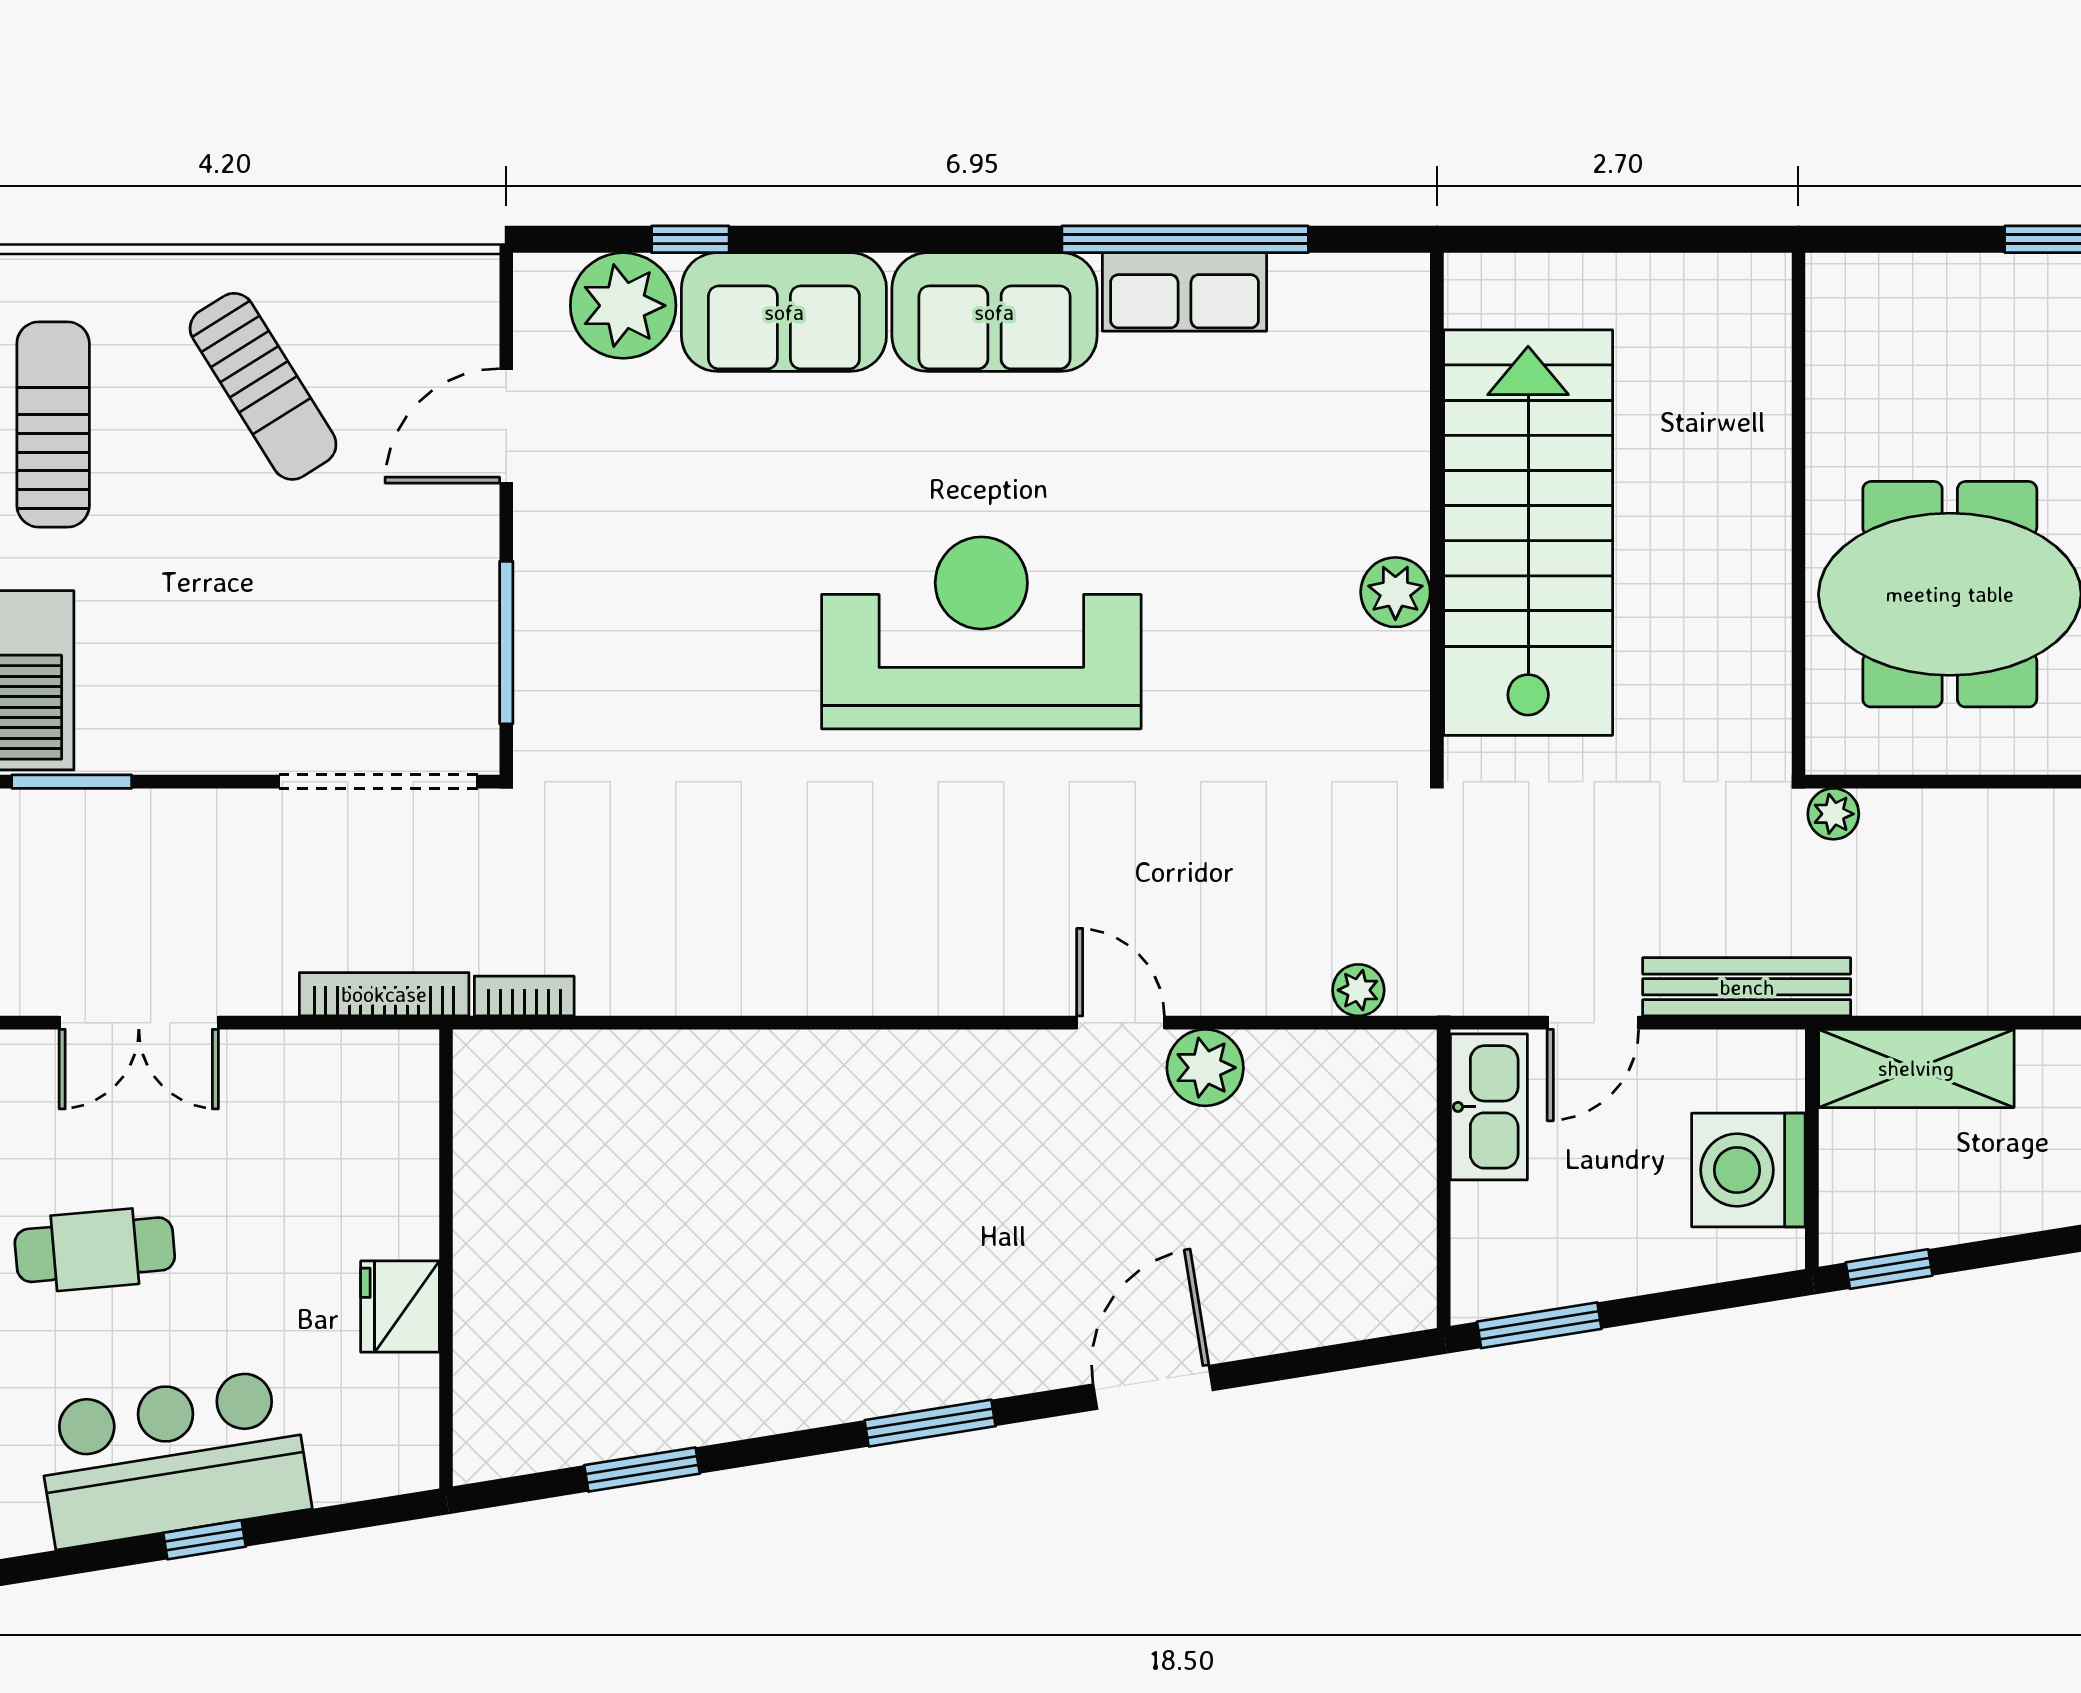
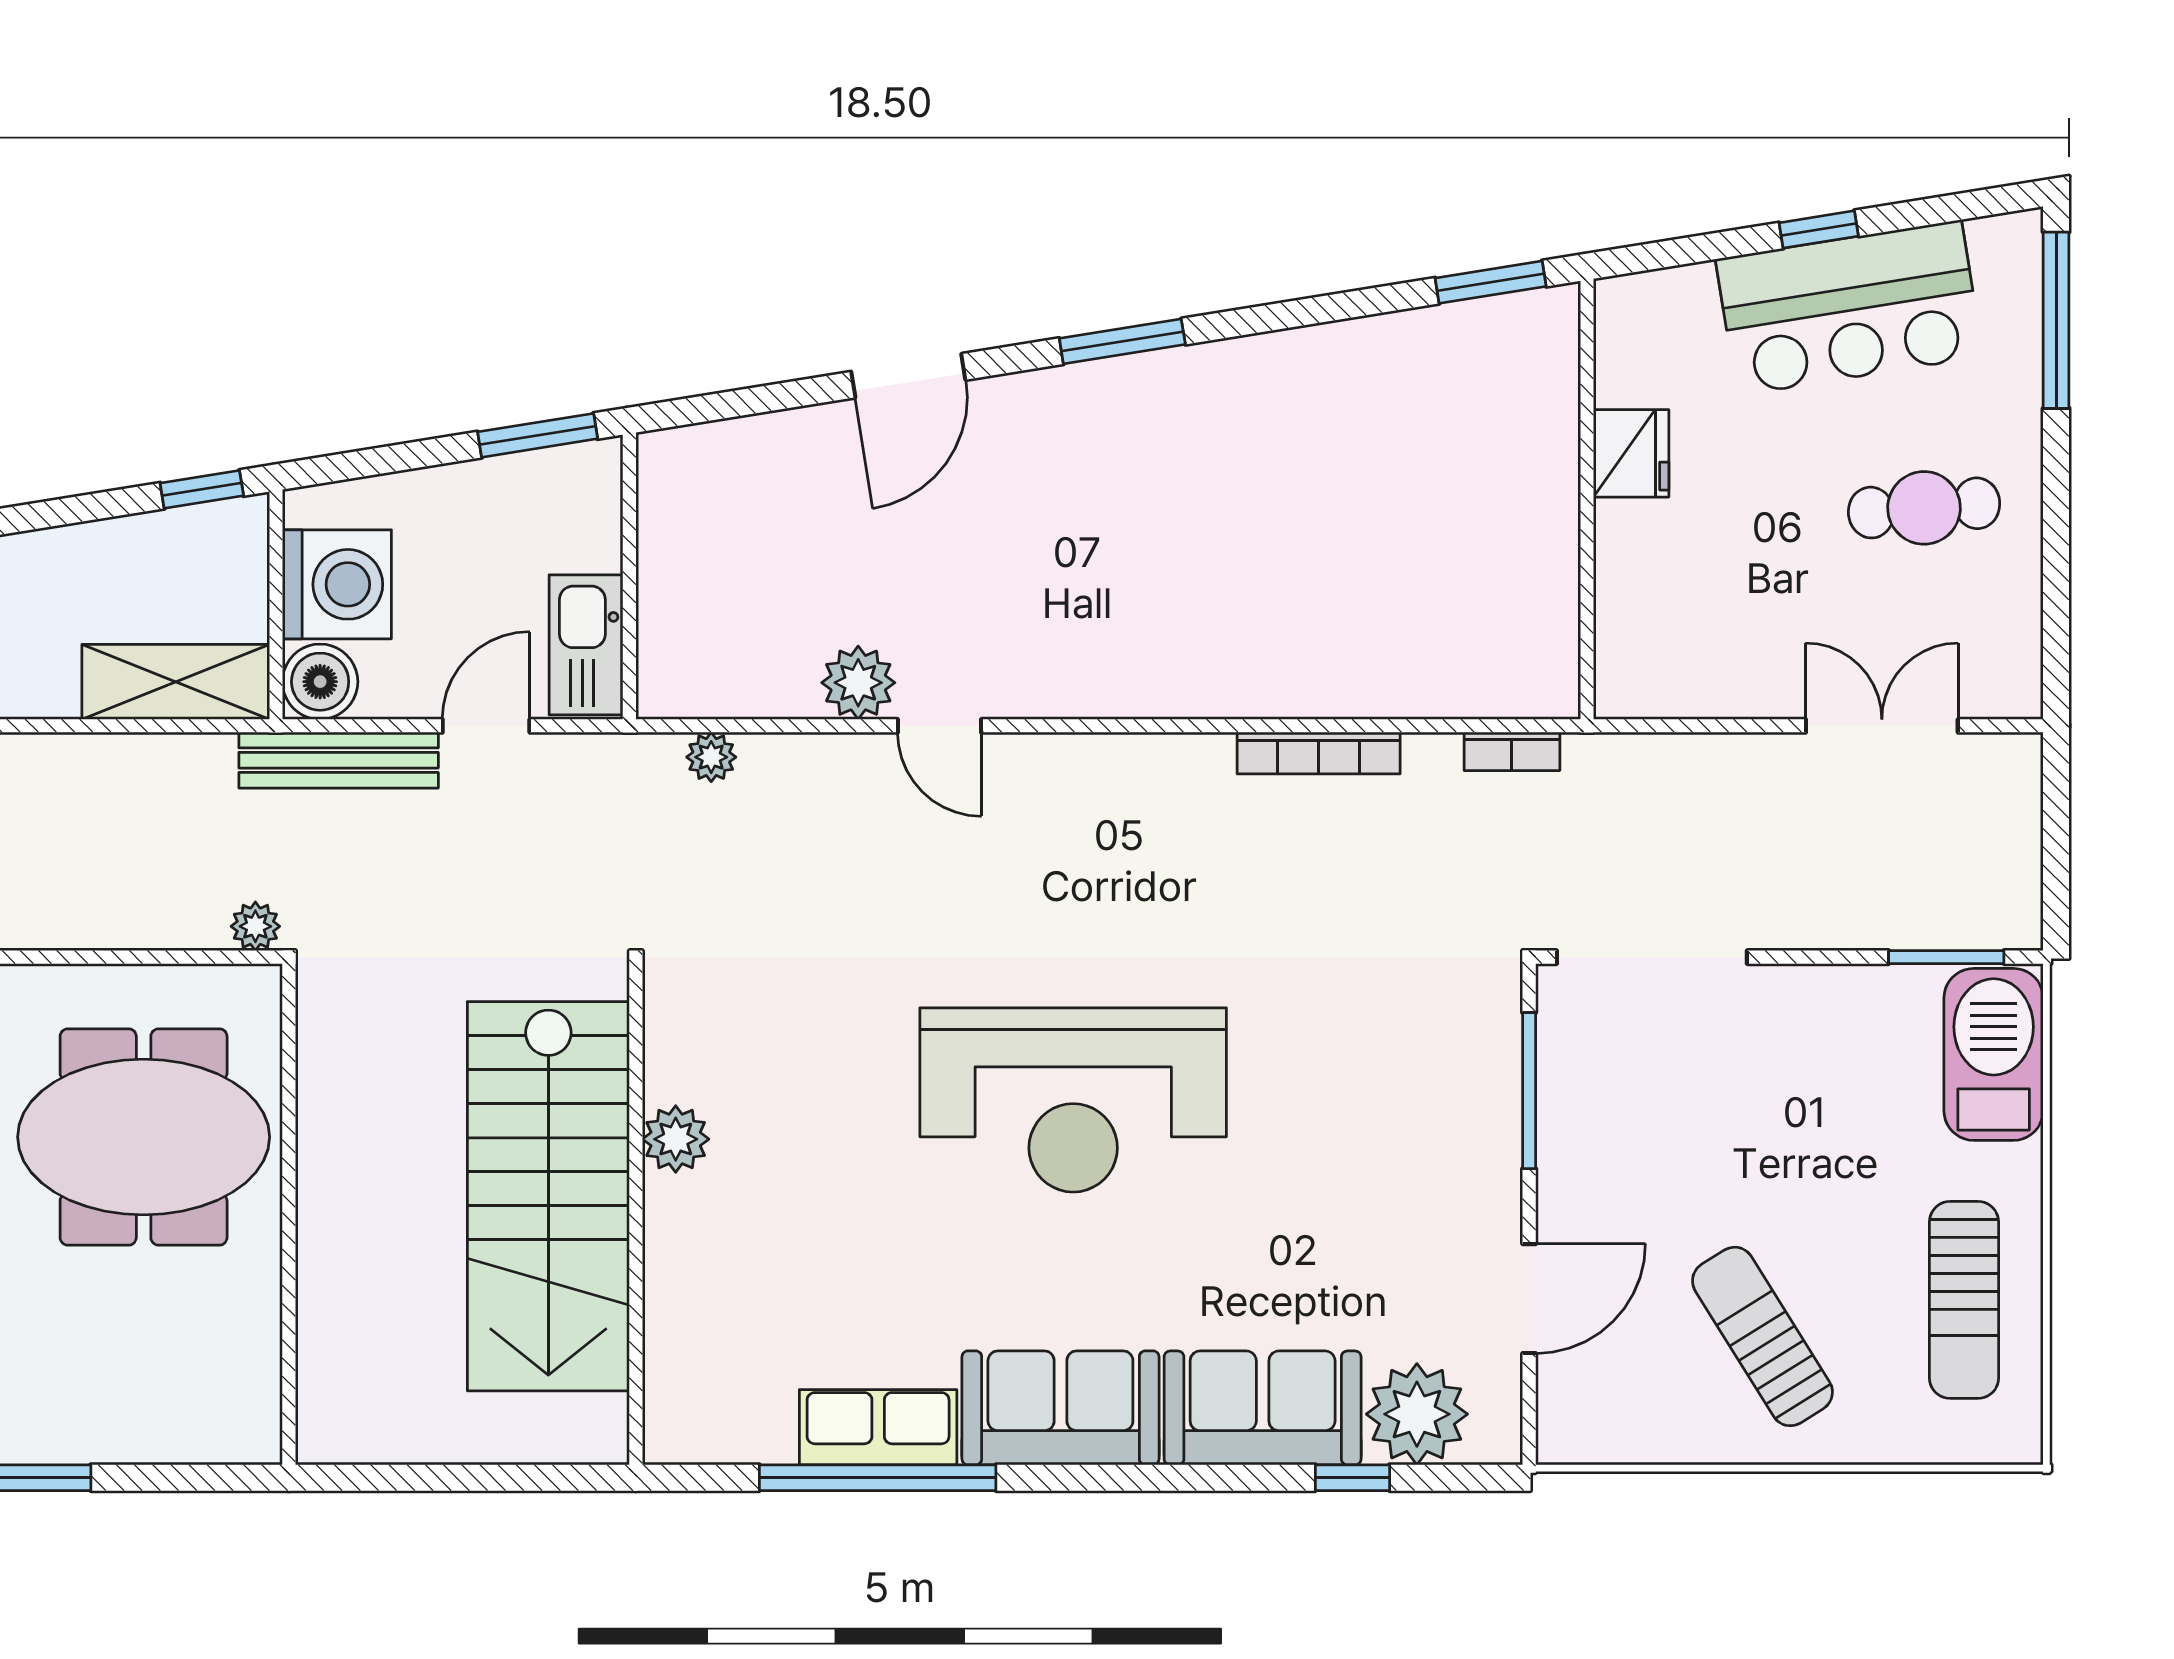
bookcase: (384, 994) -> (1319, 753), moved
boiler: (1766, 1069) -> (320, 682), added
window: (642, 1469) -> (1491, 282), moved

